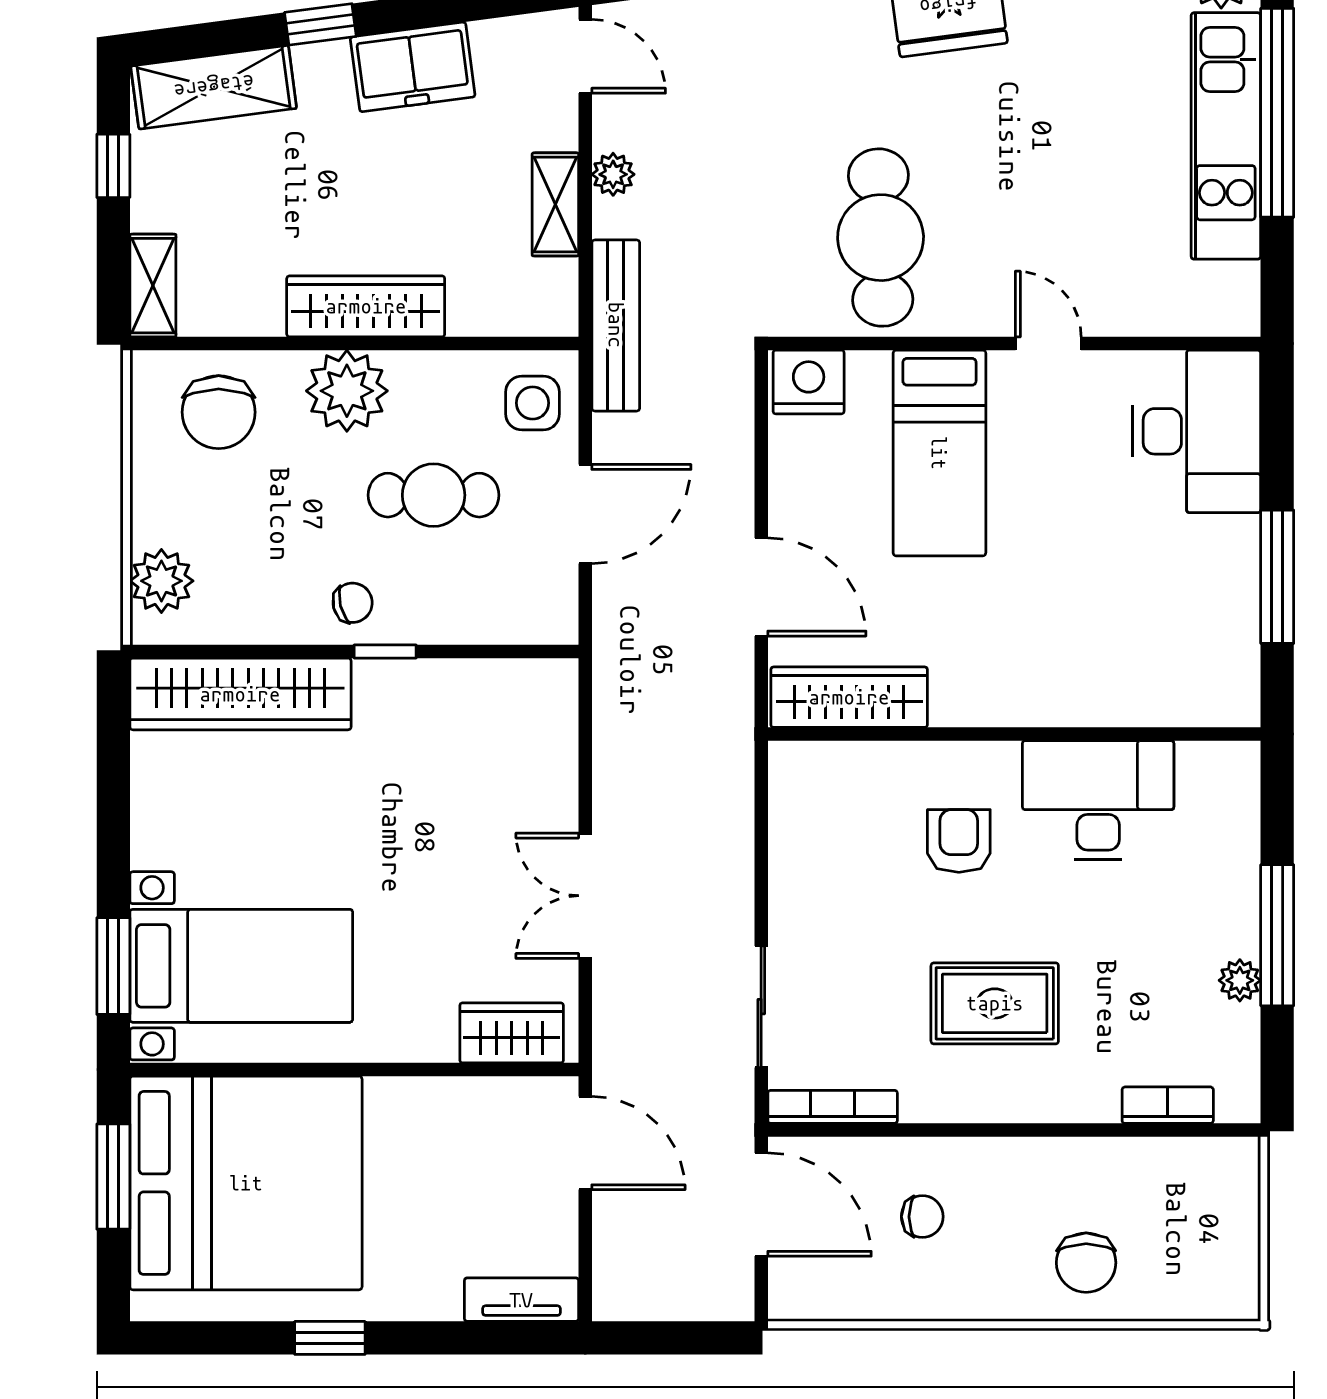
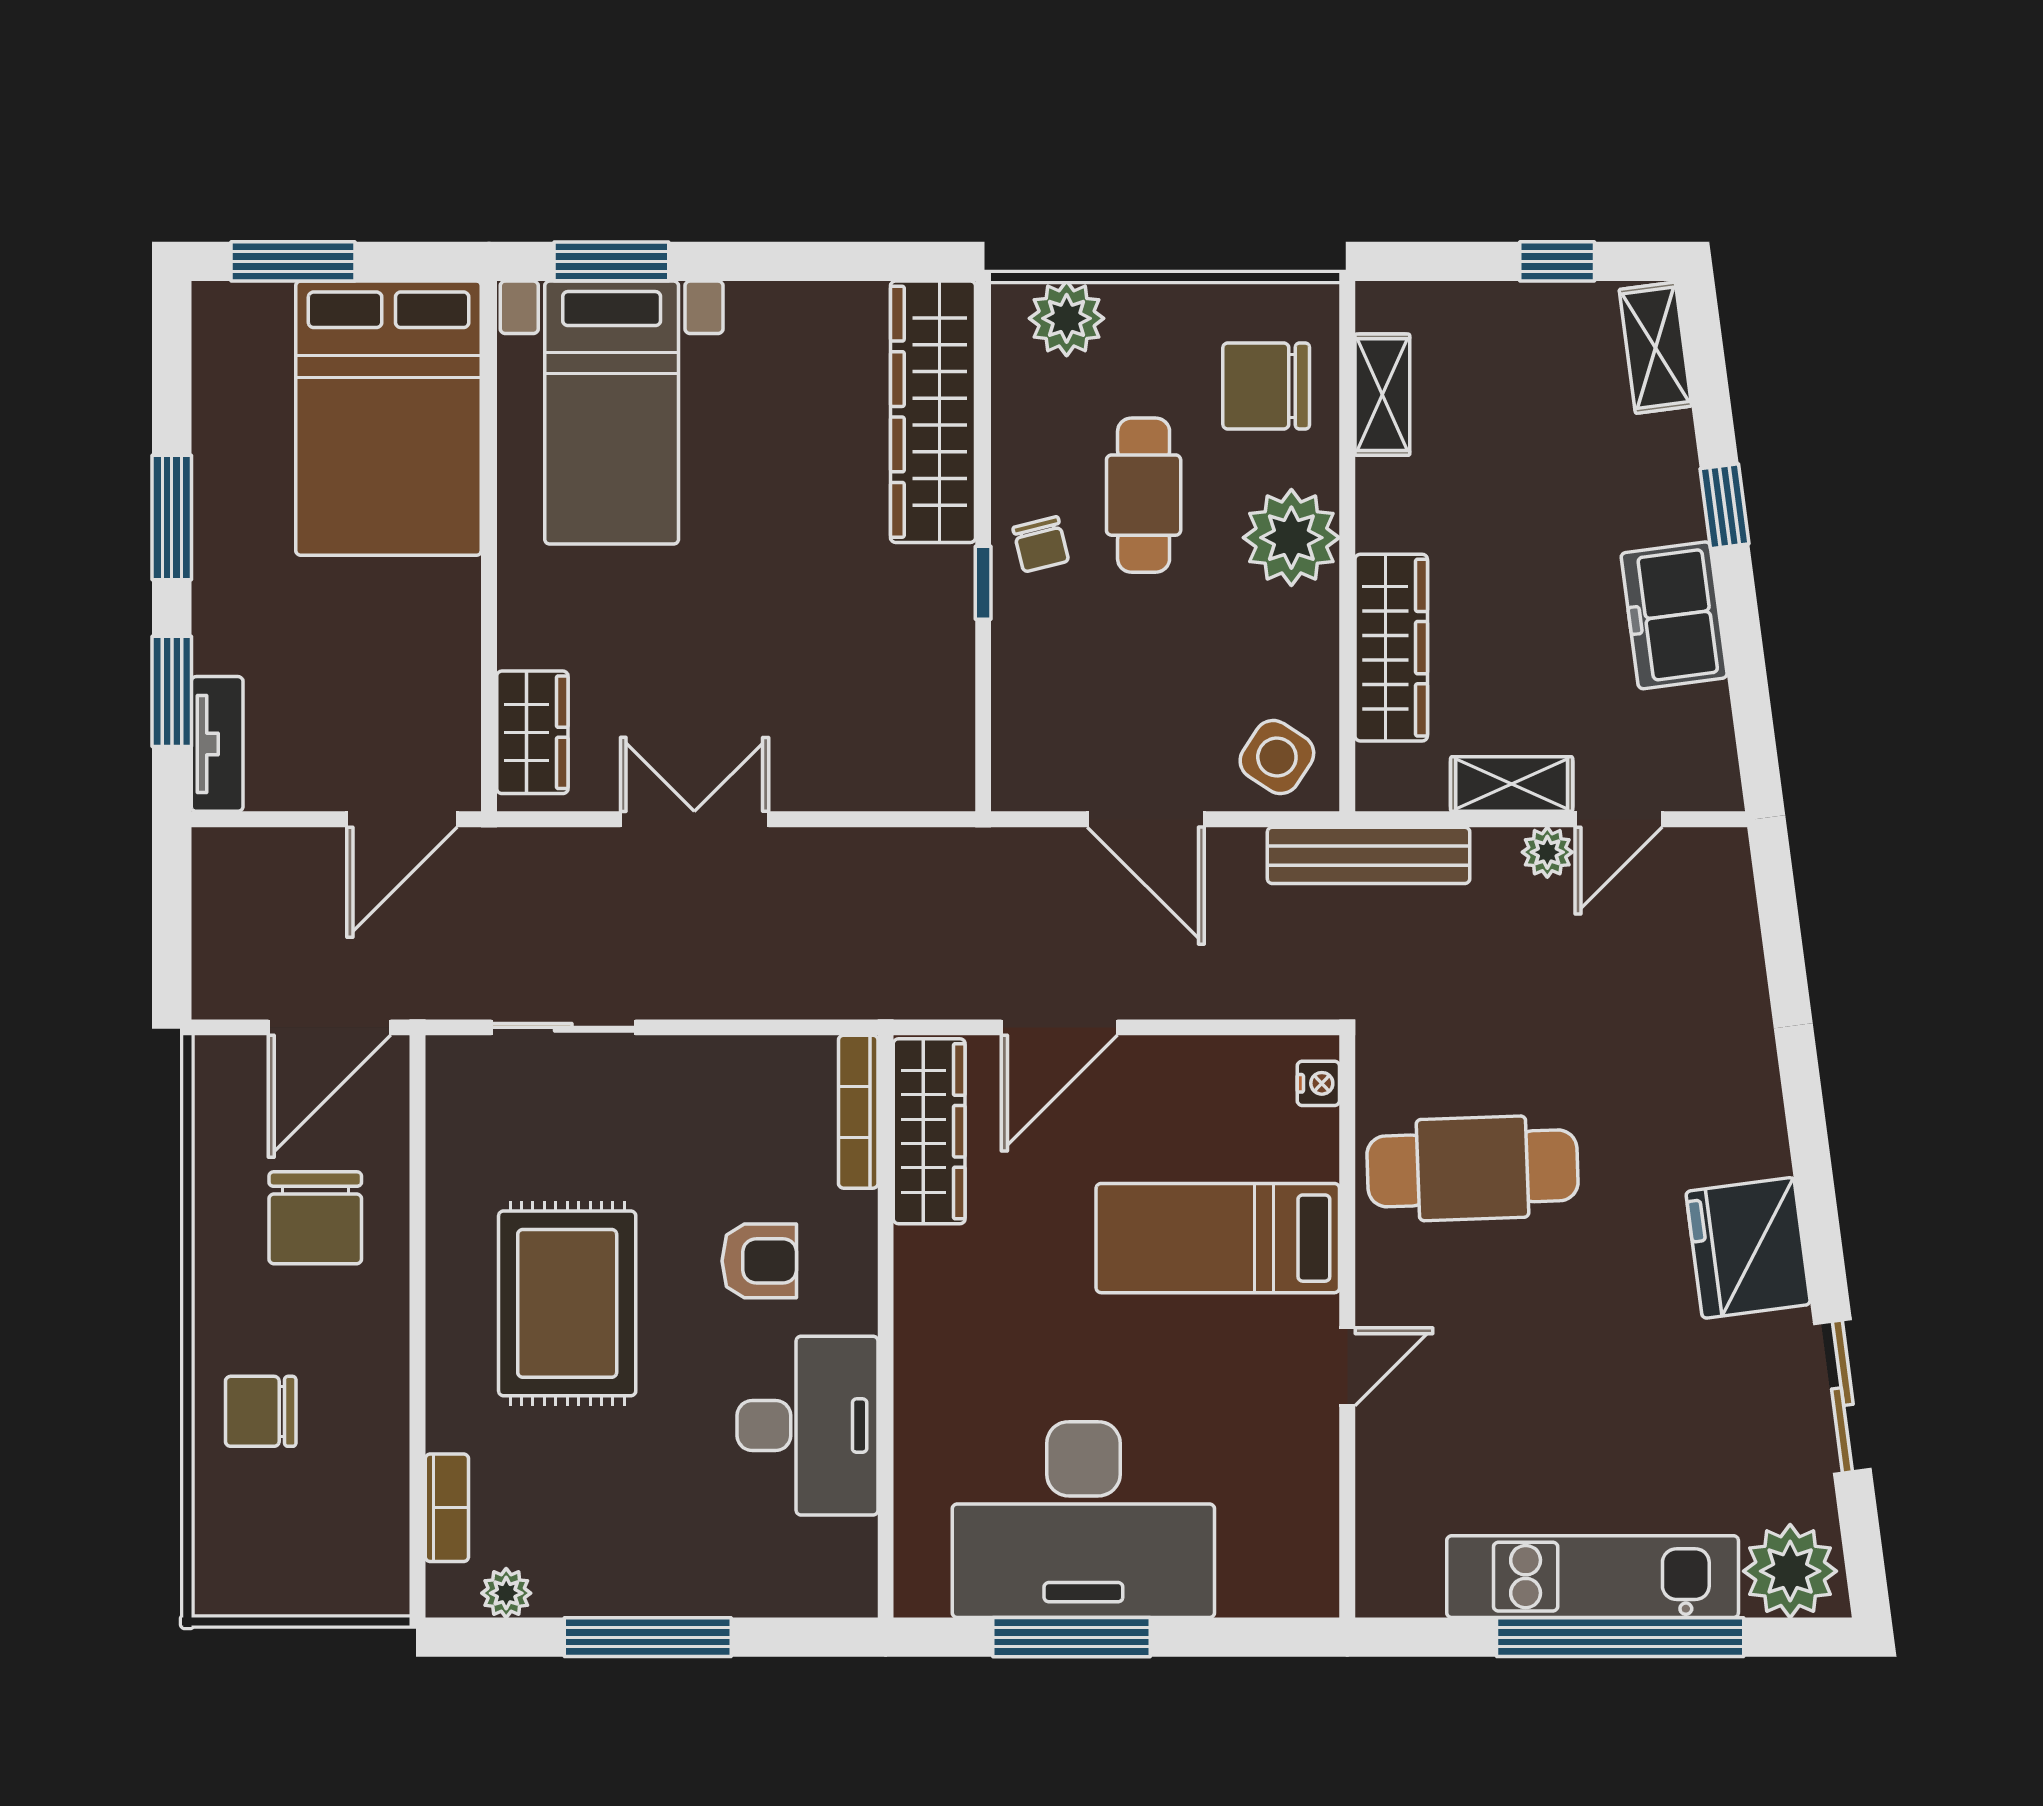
door: (585, 56) -> (1619, 819), moved
shelving: (214, 87) -> (1655, 348), width x0.67, depth x0.75
shelving: (153, 286) -> (1382, 395), moved, turned 90
wardrobe: (366, 306) -> (1391, 648), moved
nightstand: (809, 382) -> (1318, 1083), width x0.53, depth x0.56
side table: (533, 403) -> (1277, 757), turned 33
desk: (1197, 431) -> (1083, 1520), moved, width x1.36, depth x1.30
cafe table: (434, 495) -> (1144, 495), moved
plant: (1240, 980) -> (506, 1593), moved
rug: (995, 1003) -> (567, 1303), width x1.36, depth x1.43
bookcase: (833, 1107) -> (858, 1112), moved, turned 180
window: (113, 1177) -> (293, 261), moved
bed: (246, 1183) -> (389, 418), width x0.73
chair: (922, 1217) -> (315, 1218), width x1.87, depth x1.87
window: (330, 1338) -> (172, 517), width x1.50
window: (477, 1338) -> (172, 691), added

